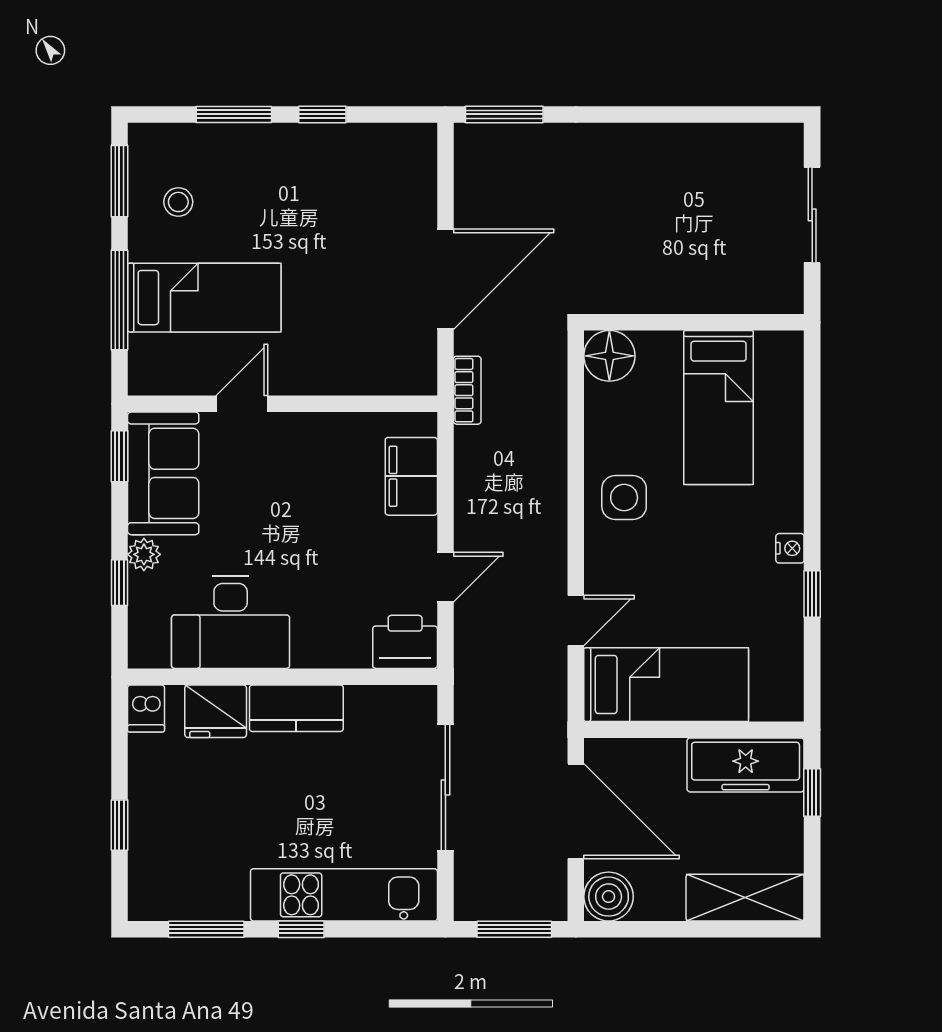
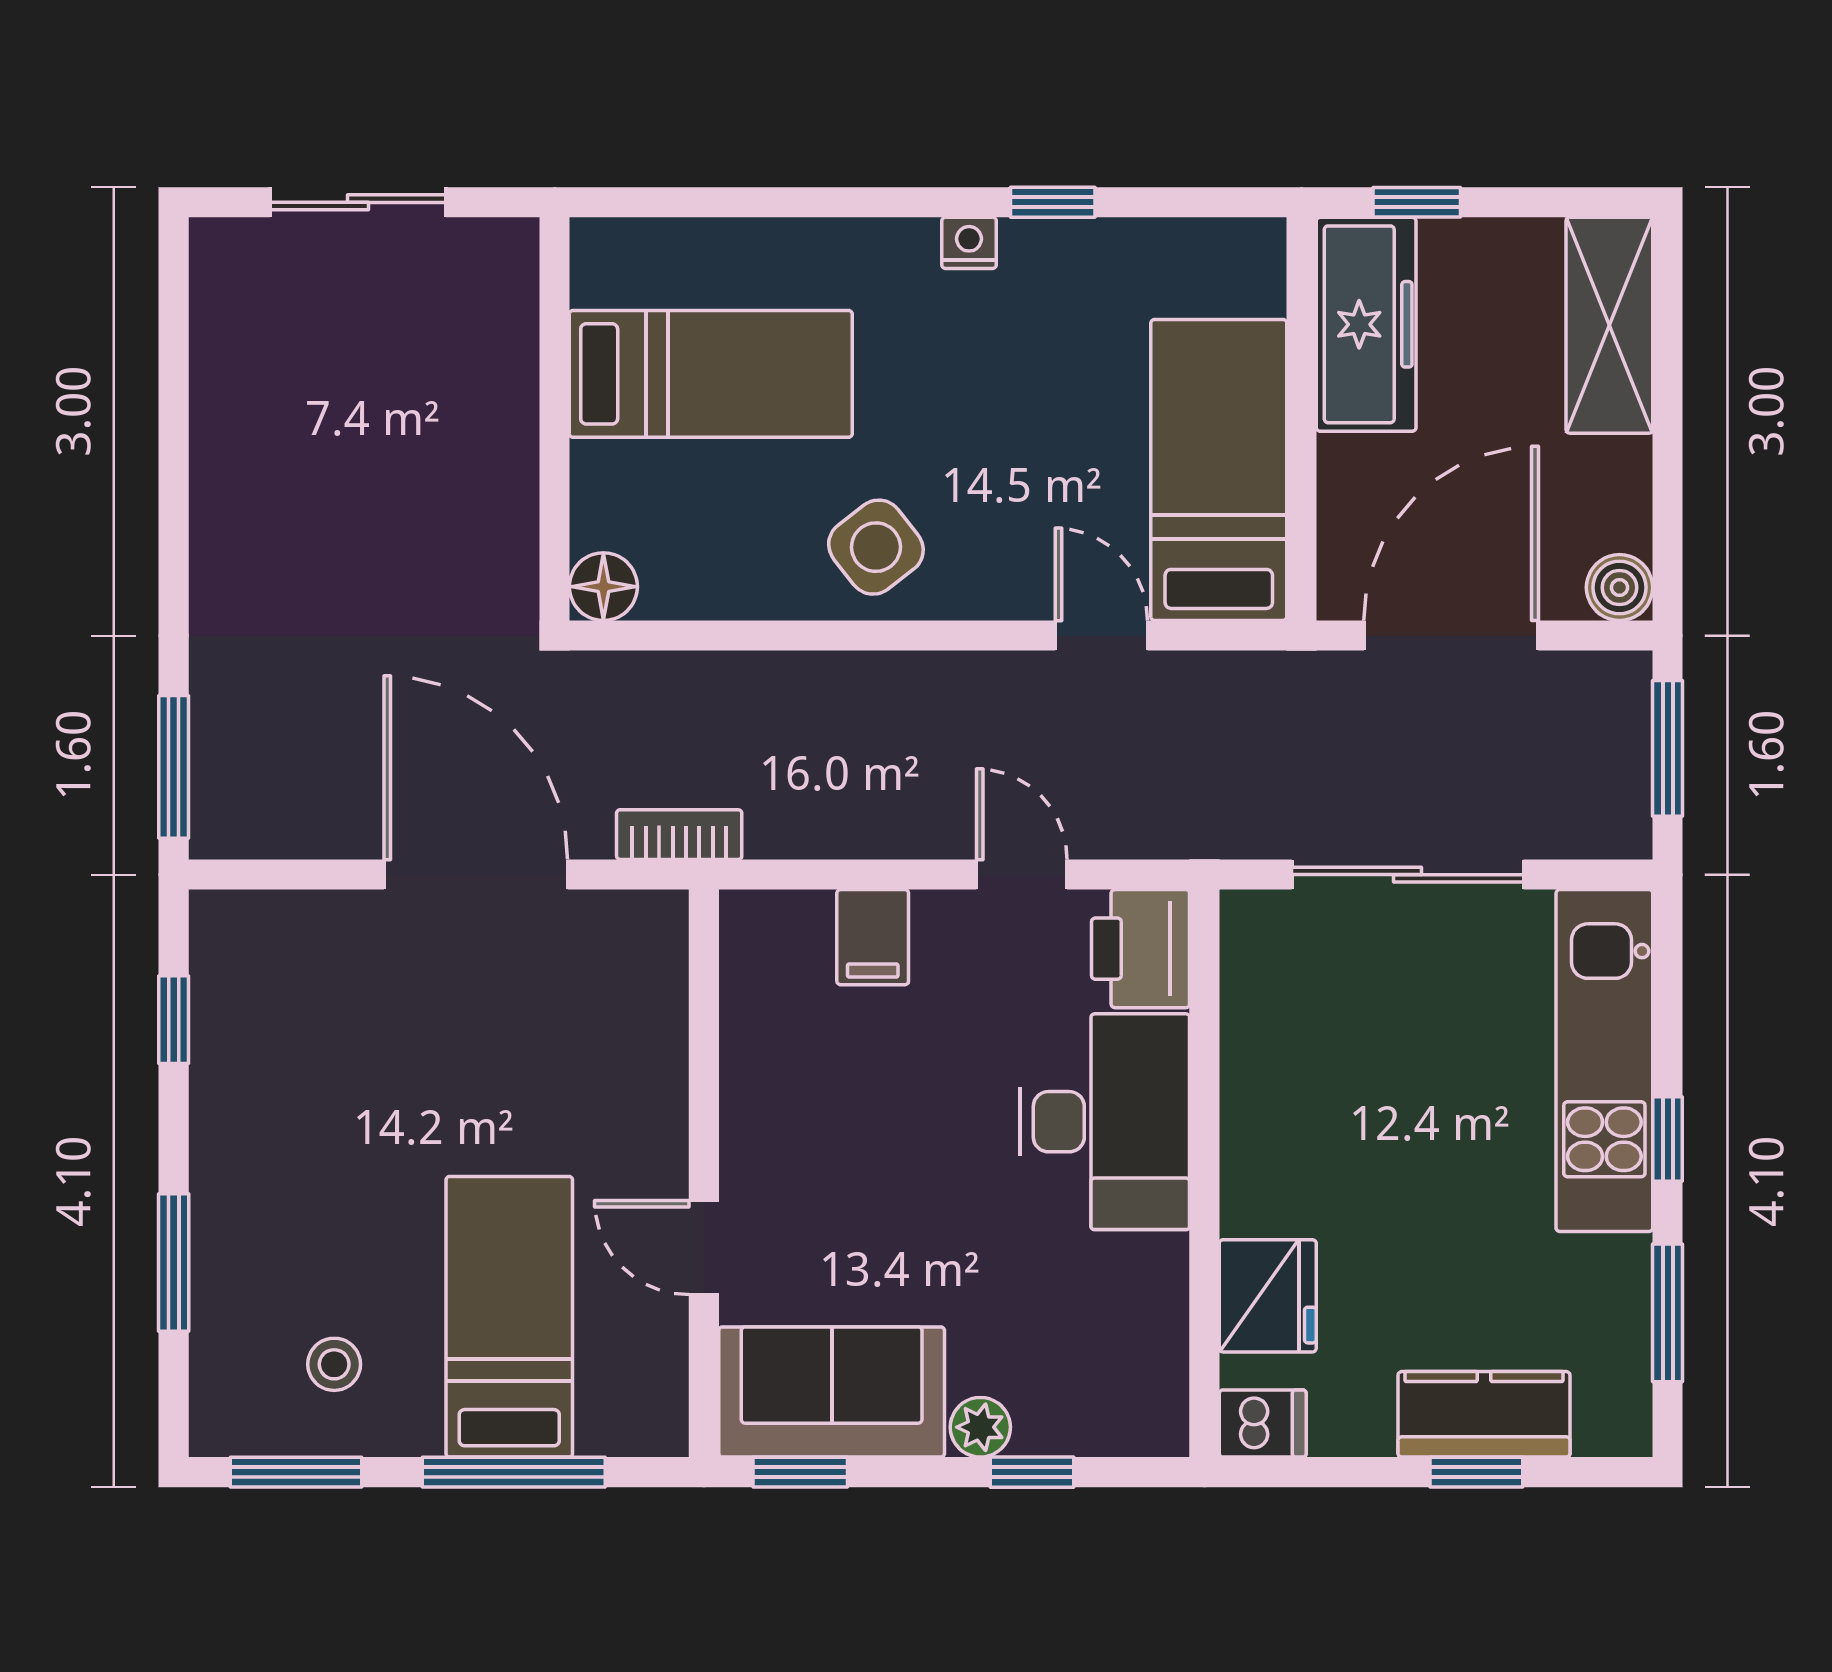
window: (322, 114) -> (174, 1020), moved
floor lamp: (609, 356) -> (603, 587), width x0.73, depth x0.73
filing cabinet: (411, 476) -> (873, 937), width x0.50
side table: (624, 498) -> (876, 547), turned -38
desk: (231, 622) -> (1105, 1122), moved
kitchen counter: (296, 708) -> (1484, 1414), moved, turned -90
boiler: (609, 897) -> (1620, 588), width x0.73, depth x0.73

